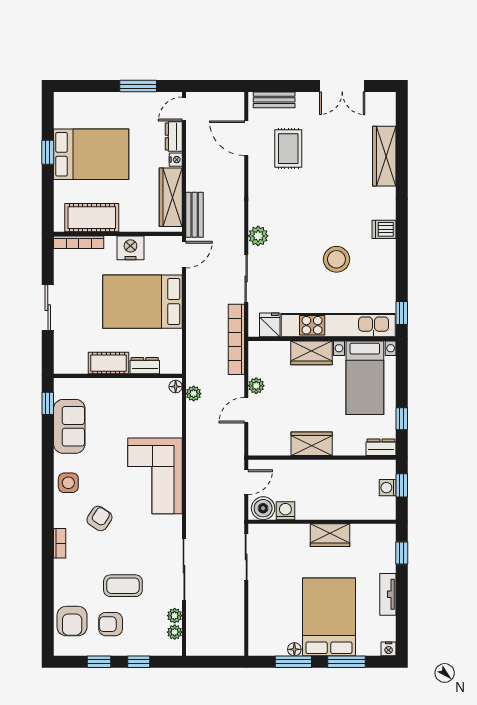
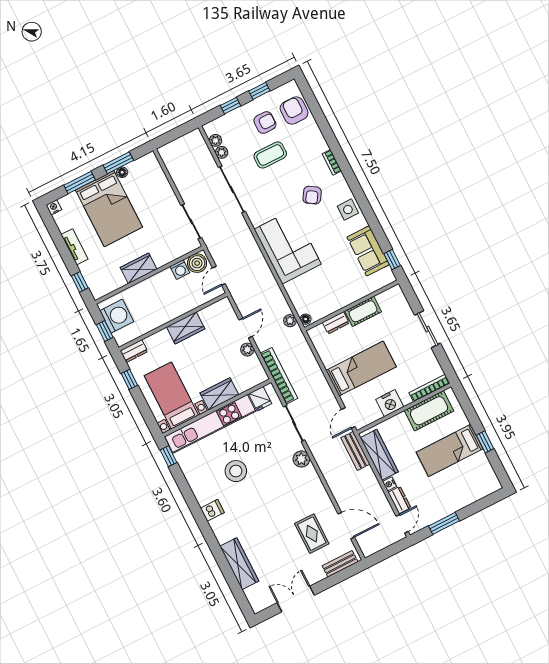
bed: (91, 154) -> (450, 450), width x0.67
bed: (142, 302) -> (361, 369), width x0.67
washing machine: (388, 488) -> (117, 316), width x1.89, depth x1.89

